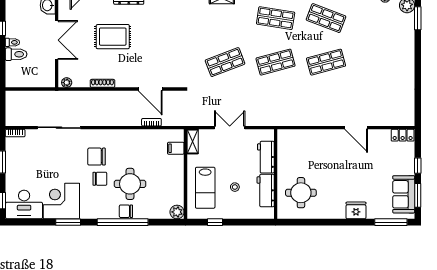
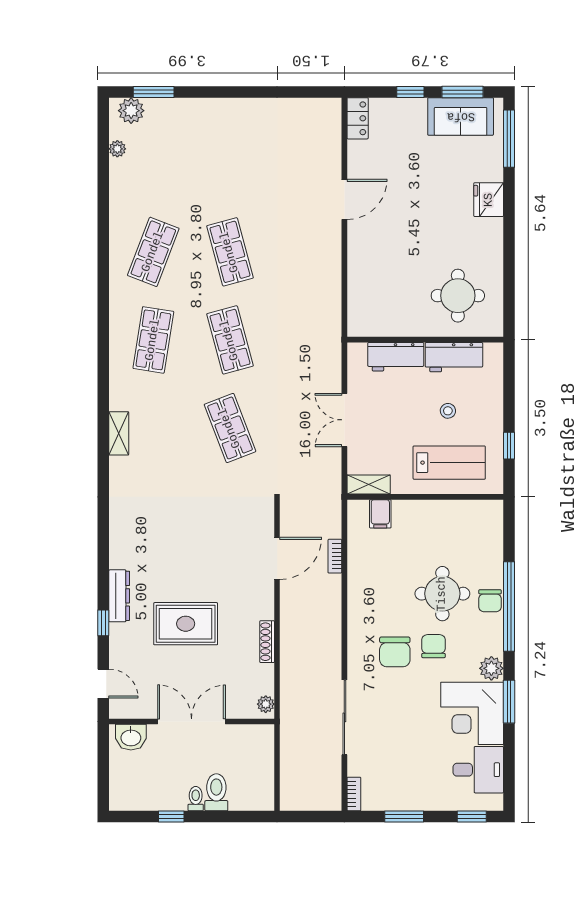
rug: (113, 37) -> (186, 624), turned 90
desk: (24, 204) -> (478, 770), width x0.73
plant: (177, 212) -> (491, 668), moved

